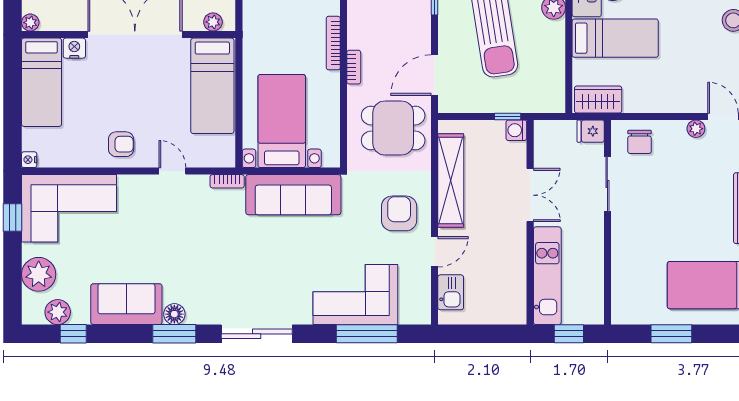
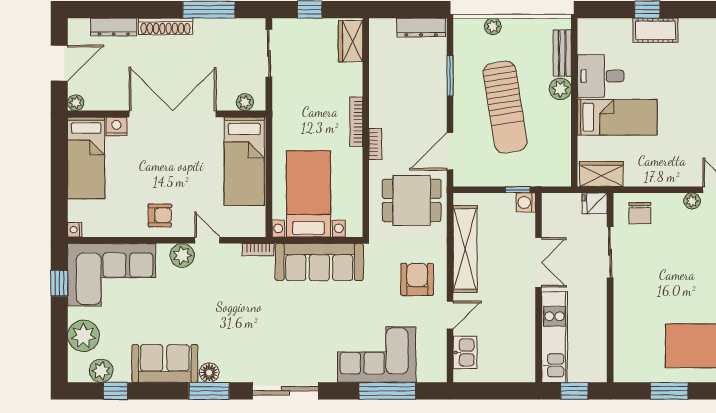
plant: (145, 187) -> (182, 255), added

